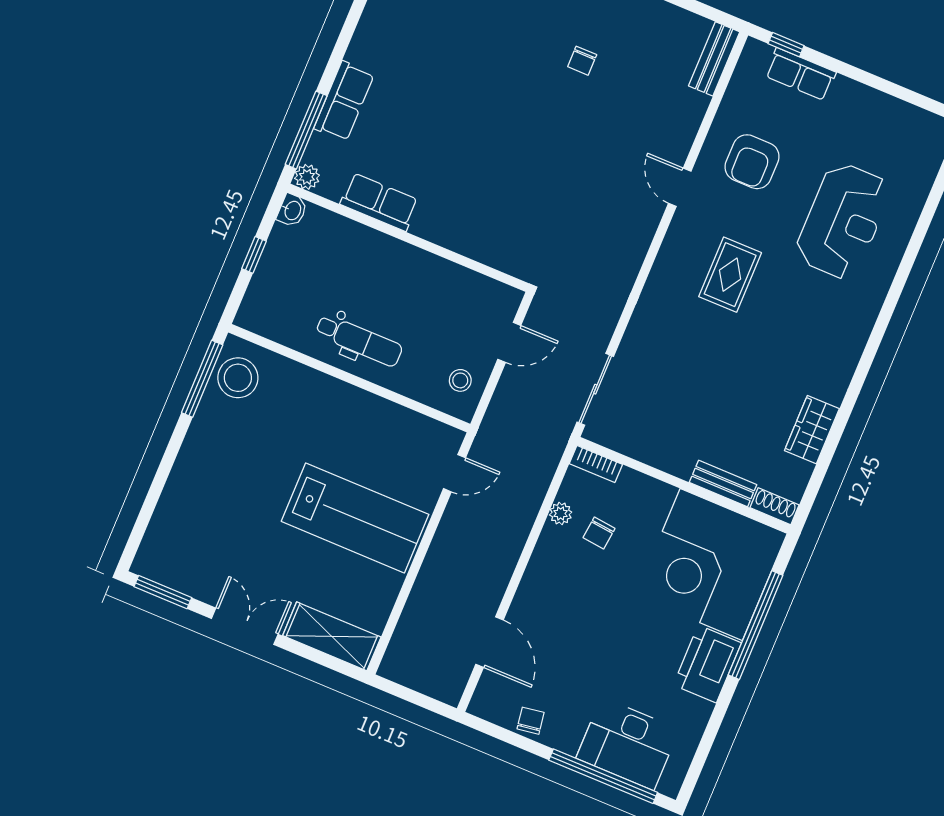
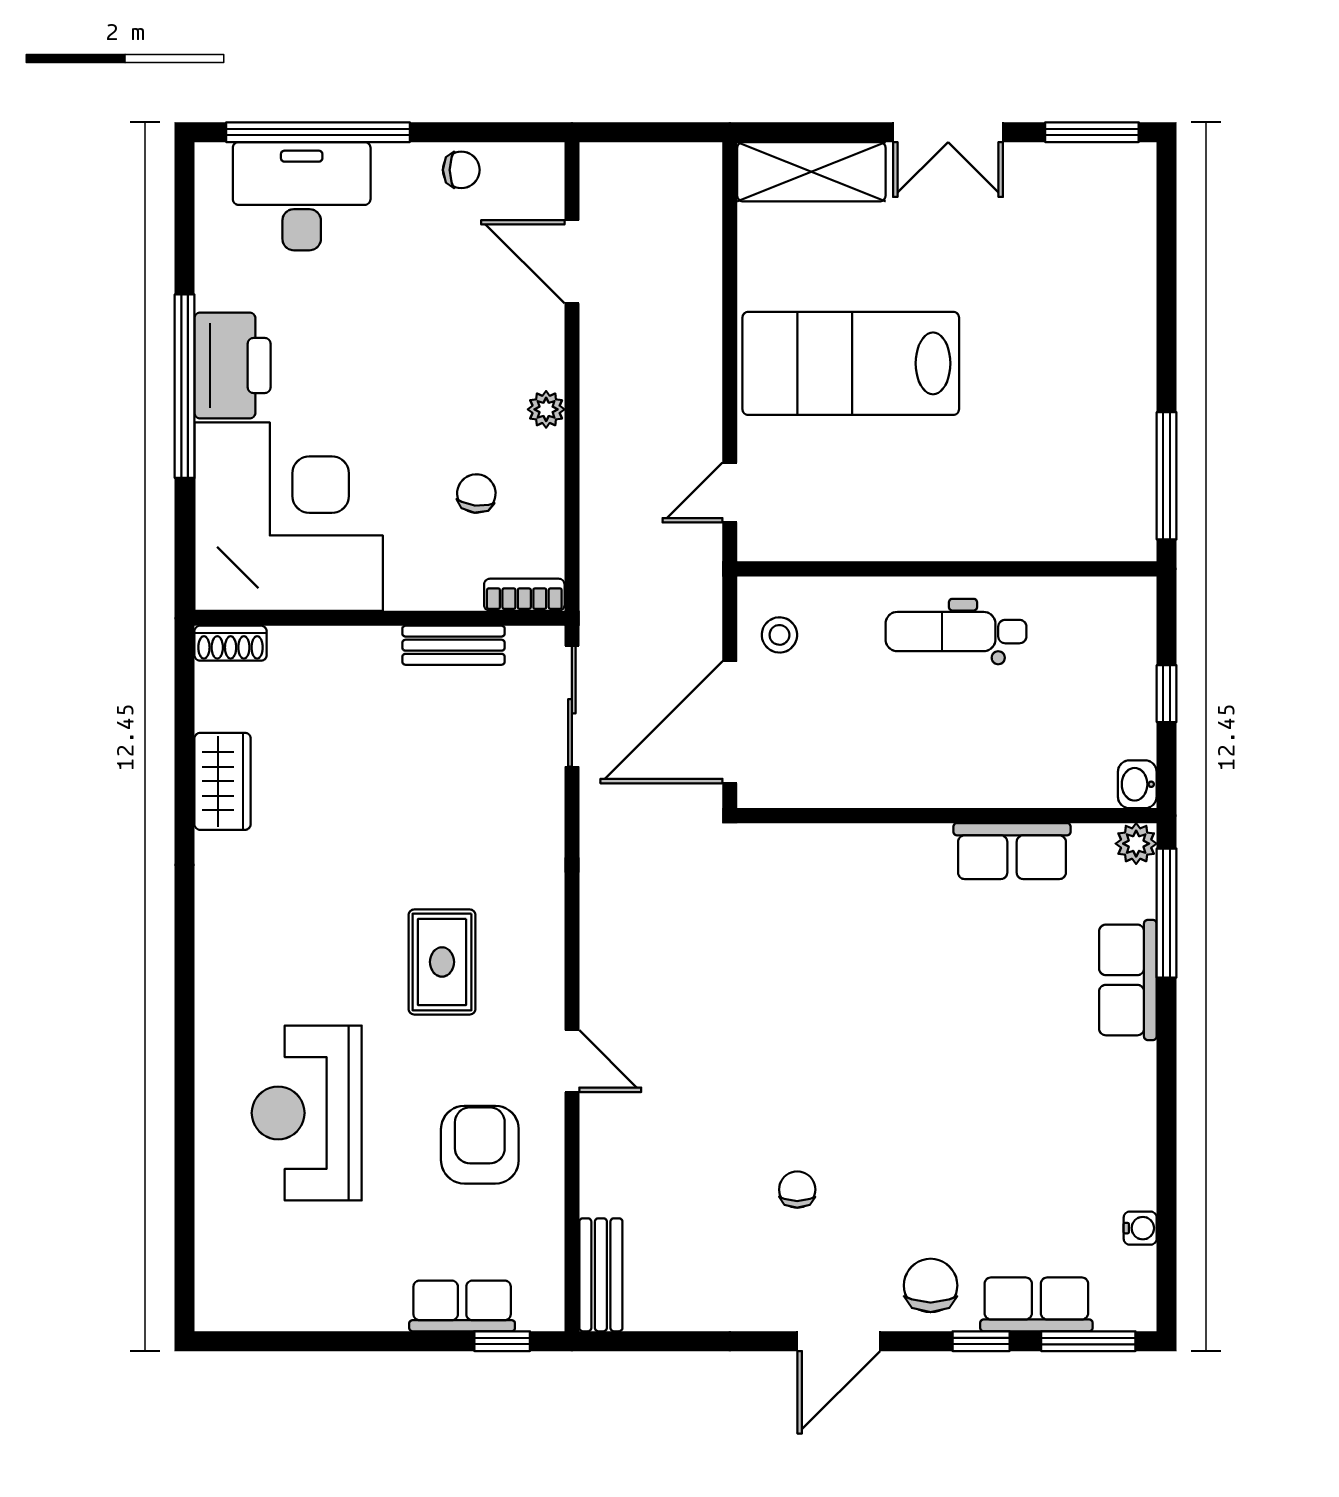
door: (509, 342) -> (730, 722), width x1.88
stool: (238, 378) -> (1114, 500), removed
bench: (723, 483) -> (454, 645), moved
plant: (561, 513) -> (546, 409), moved
window: (756, 625) -> (185, 386), moved
chair: (531, 721) -> (461, 170), turned -81

